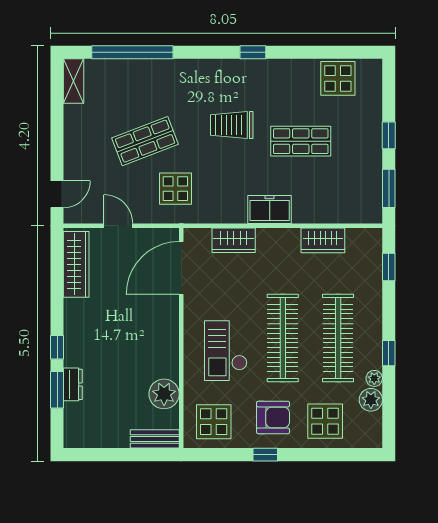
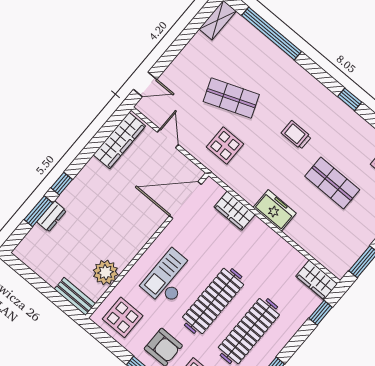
trolley: (232, 125) -> (296, 135), width x0.73, depth x0.72
wardrobe: (323, 240) -> (317, 280), moved

